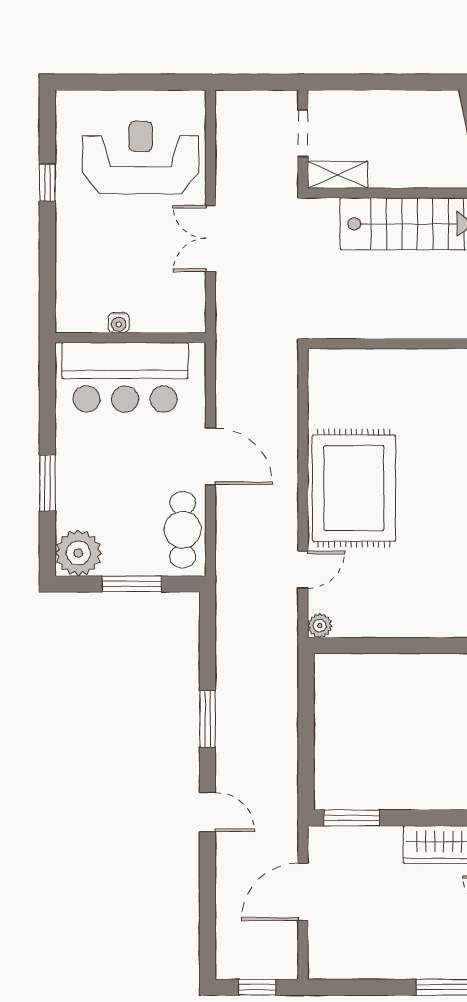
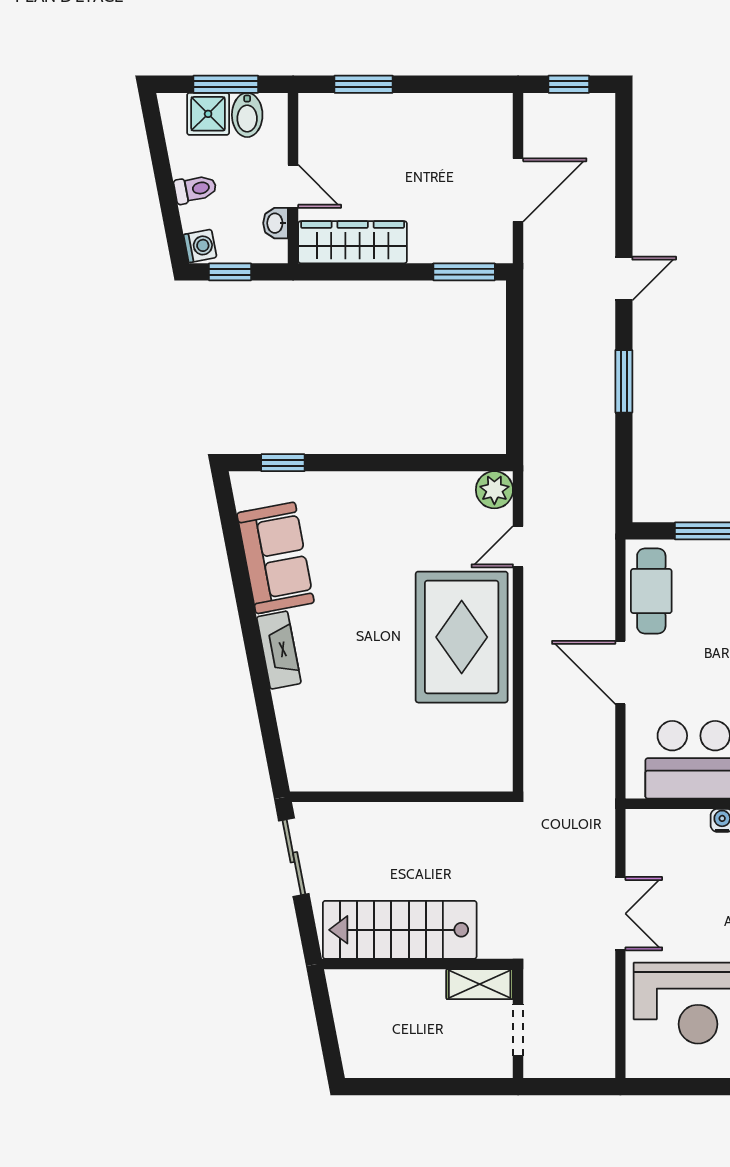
plant: (320, 626) -> (494, 490), width x1.38, depth x1.38
door: (208, 812) -> (624, 278), swing flipped

